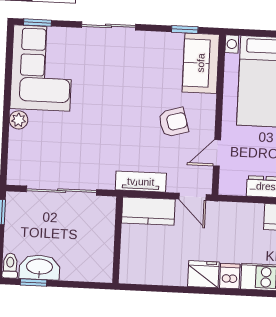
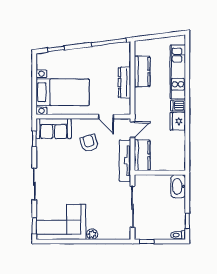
tv unit: (141, 182) -> (125, 161), width x1.41
washbasin: (39, 267) -> (178, 186), moved

